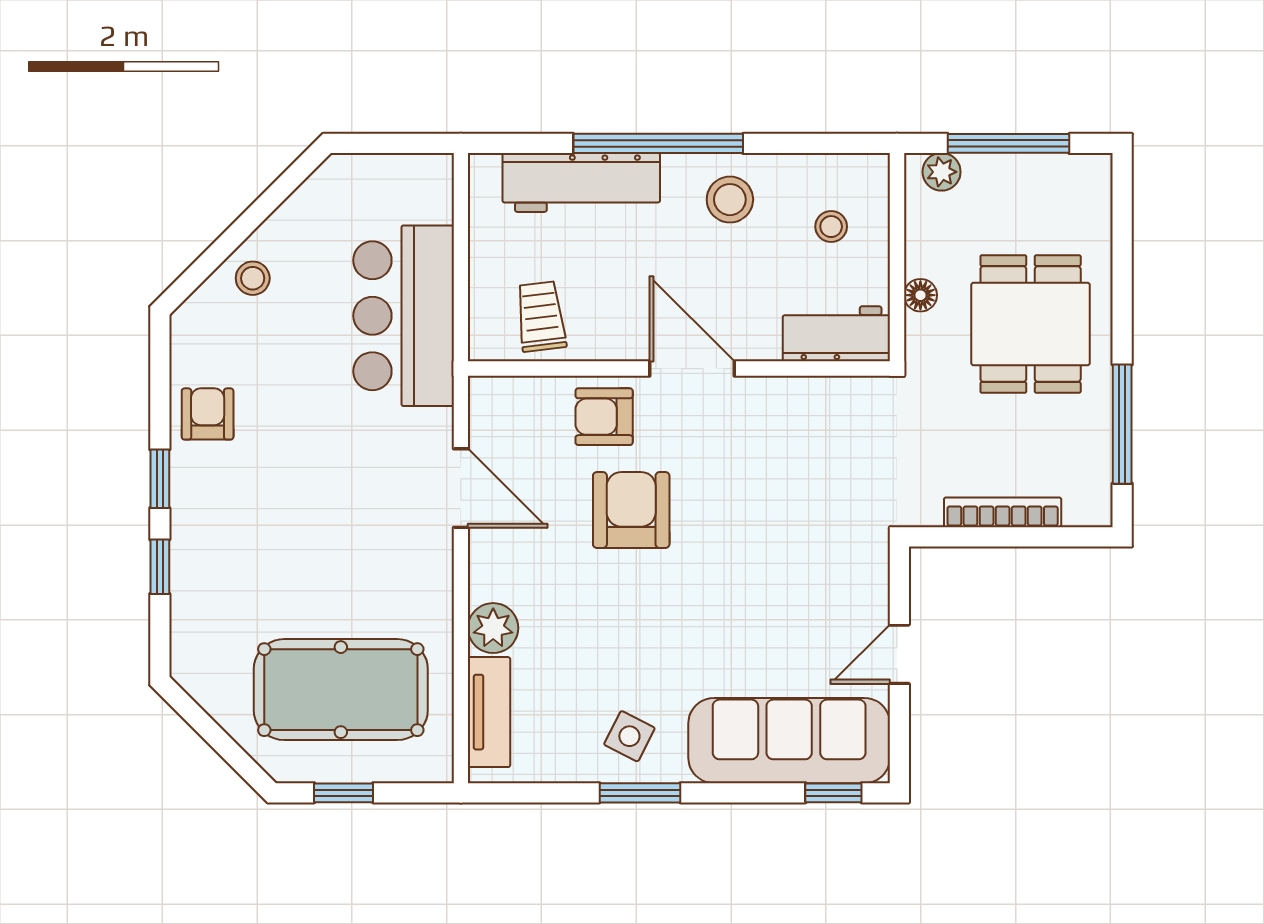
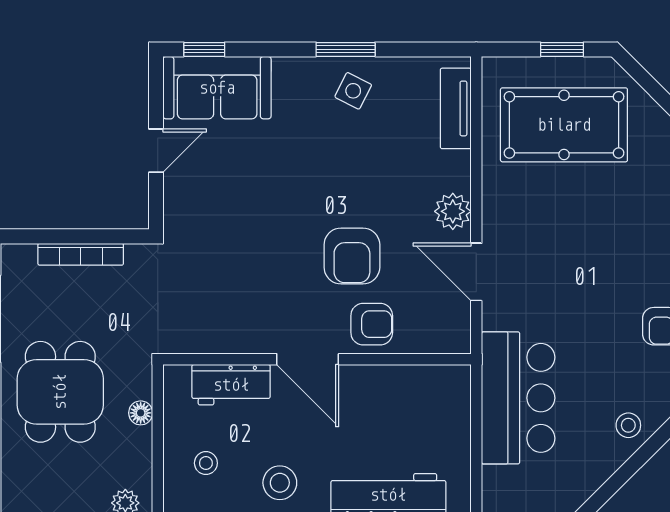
trolley: (541, 316) -> (418, 397), removed
workbench: (836, 334) -> (231, 385), moved
plant: (493, 628) -> (453, 211), moved
sofa: (789, 741) -> (217, 88), width x0.73

